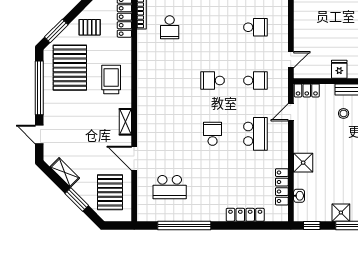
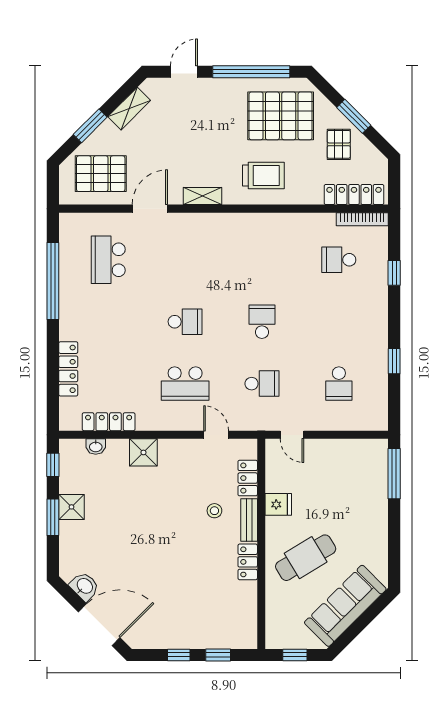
window: (56, 31) -> (354, 116), moved
school desk: (255, 81) -> (262, 384), turned -90
locker: (307, 90) -> (248, 478), moved

